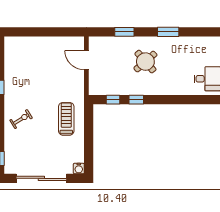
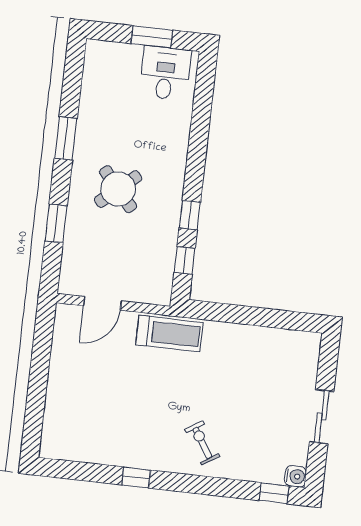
treadmill: (66, 119) -> (169, 334), moved, turned 180
water cooler: (79, 169) -> (296, 476), moved
sliding door: (41, 178) -> (322, 417), width x0.54

